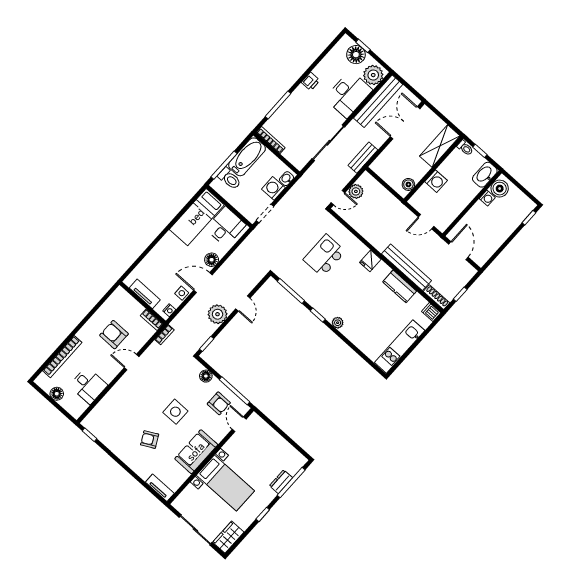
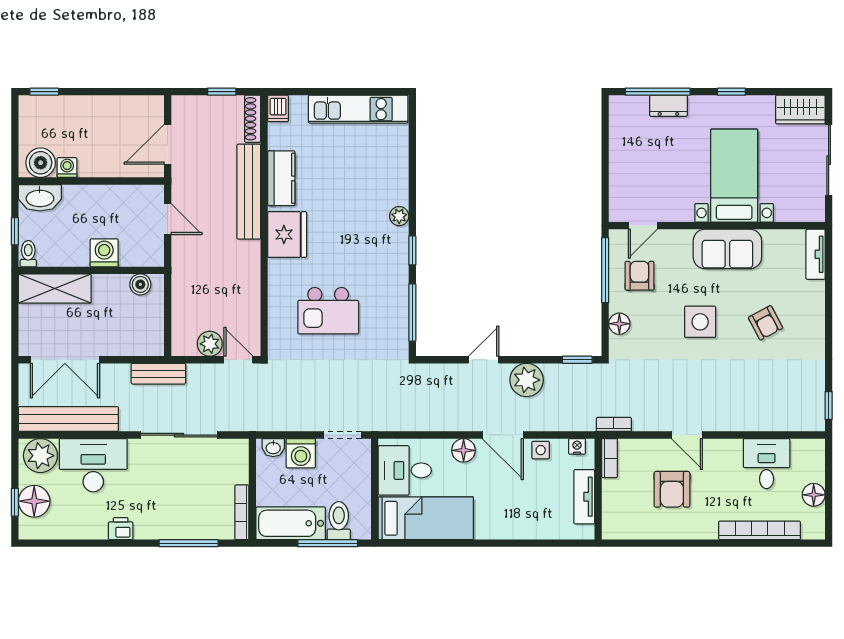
fridge: (370, 261) -> (287, 235), width x1.88, depth x1.34

